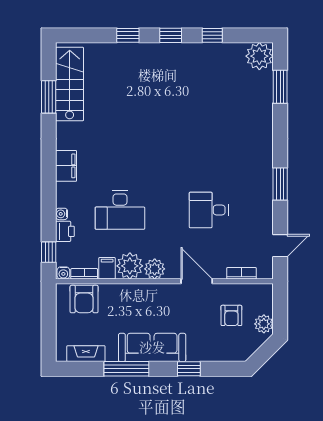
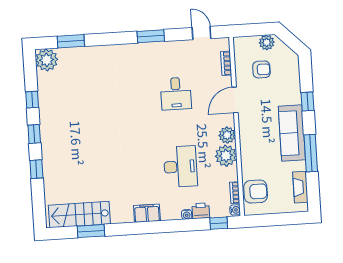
filing cabinet: (107, 268) -> (229, 174), removed

